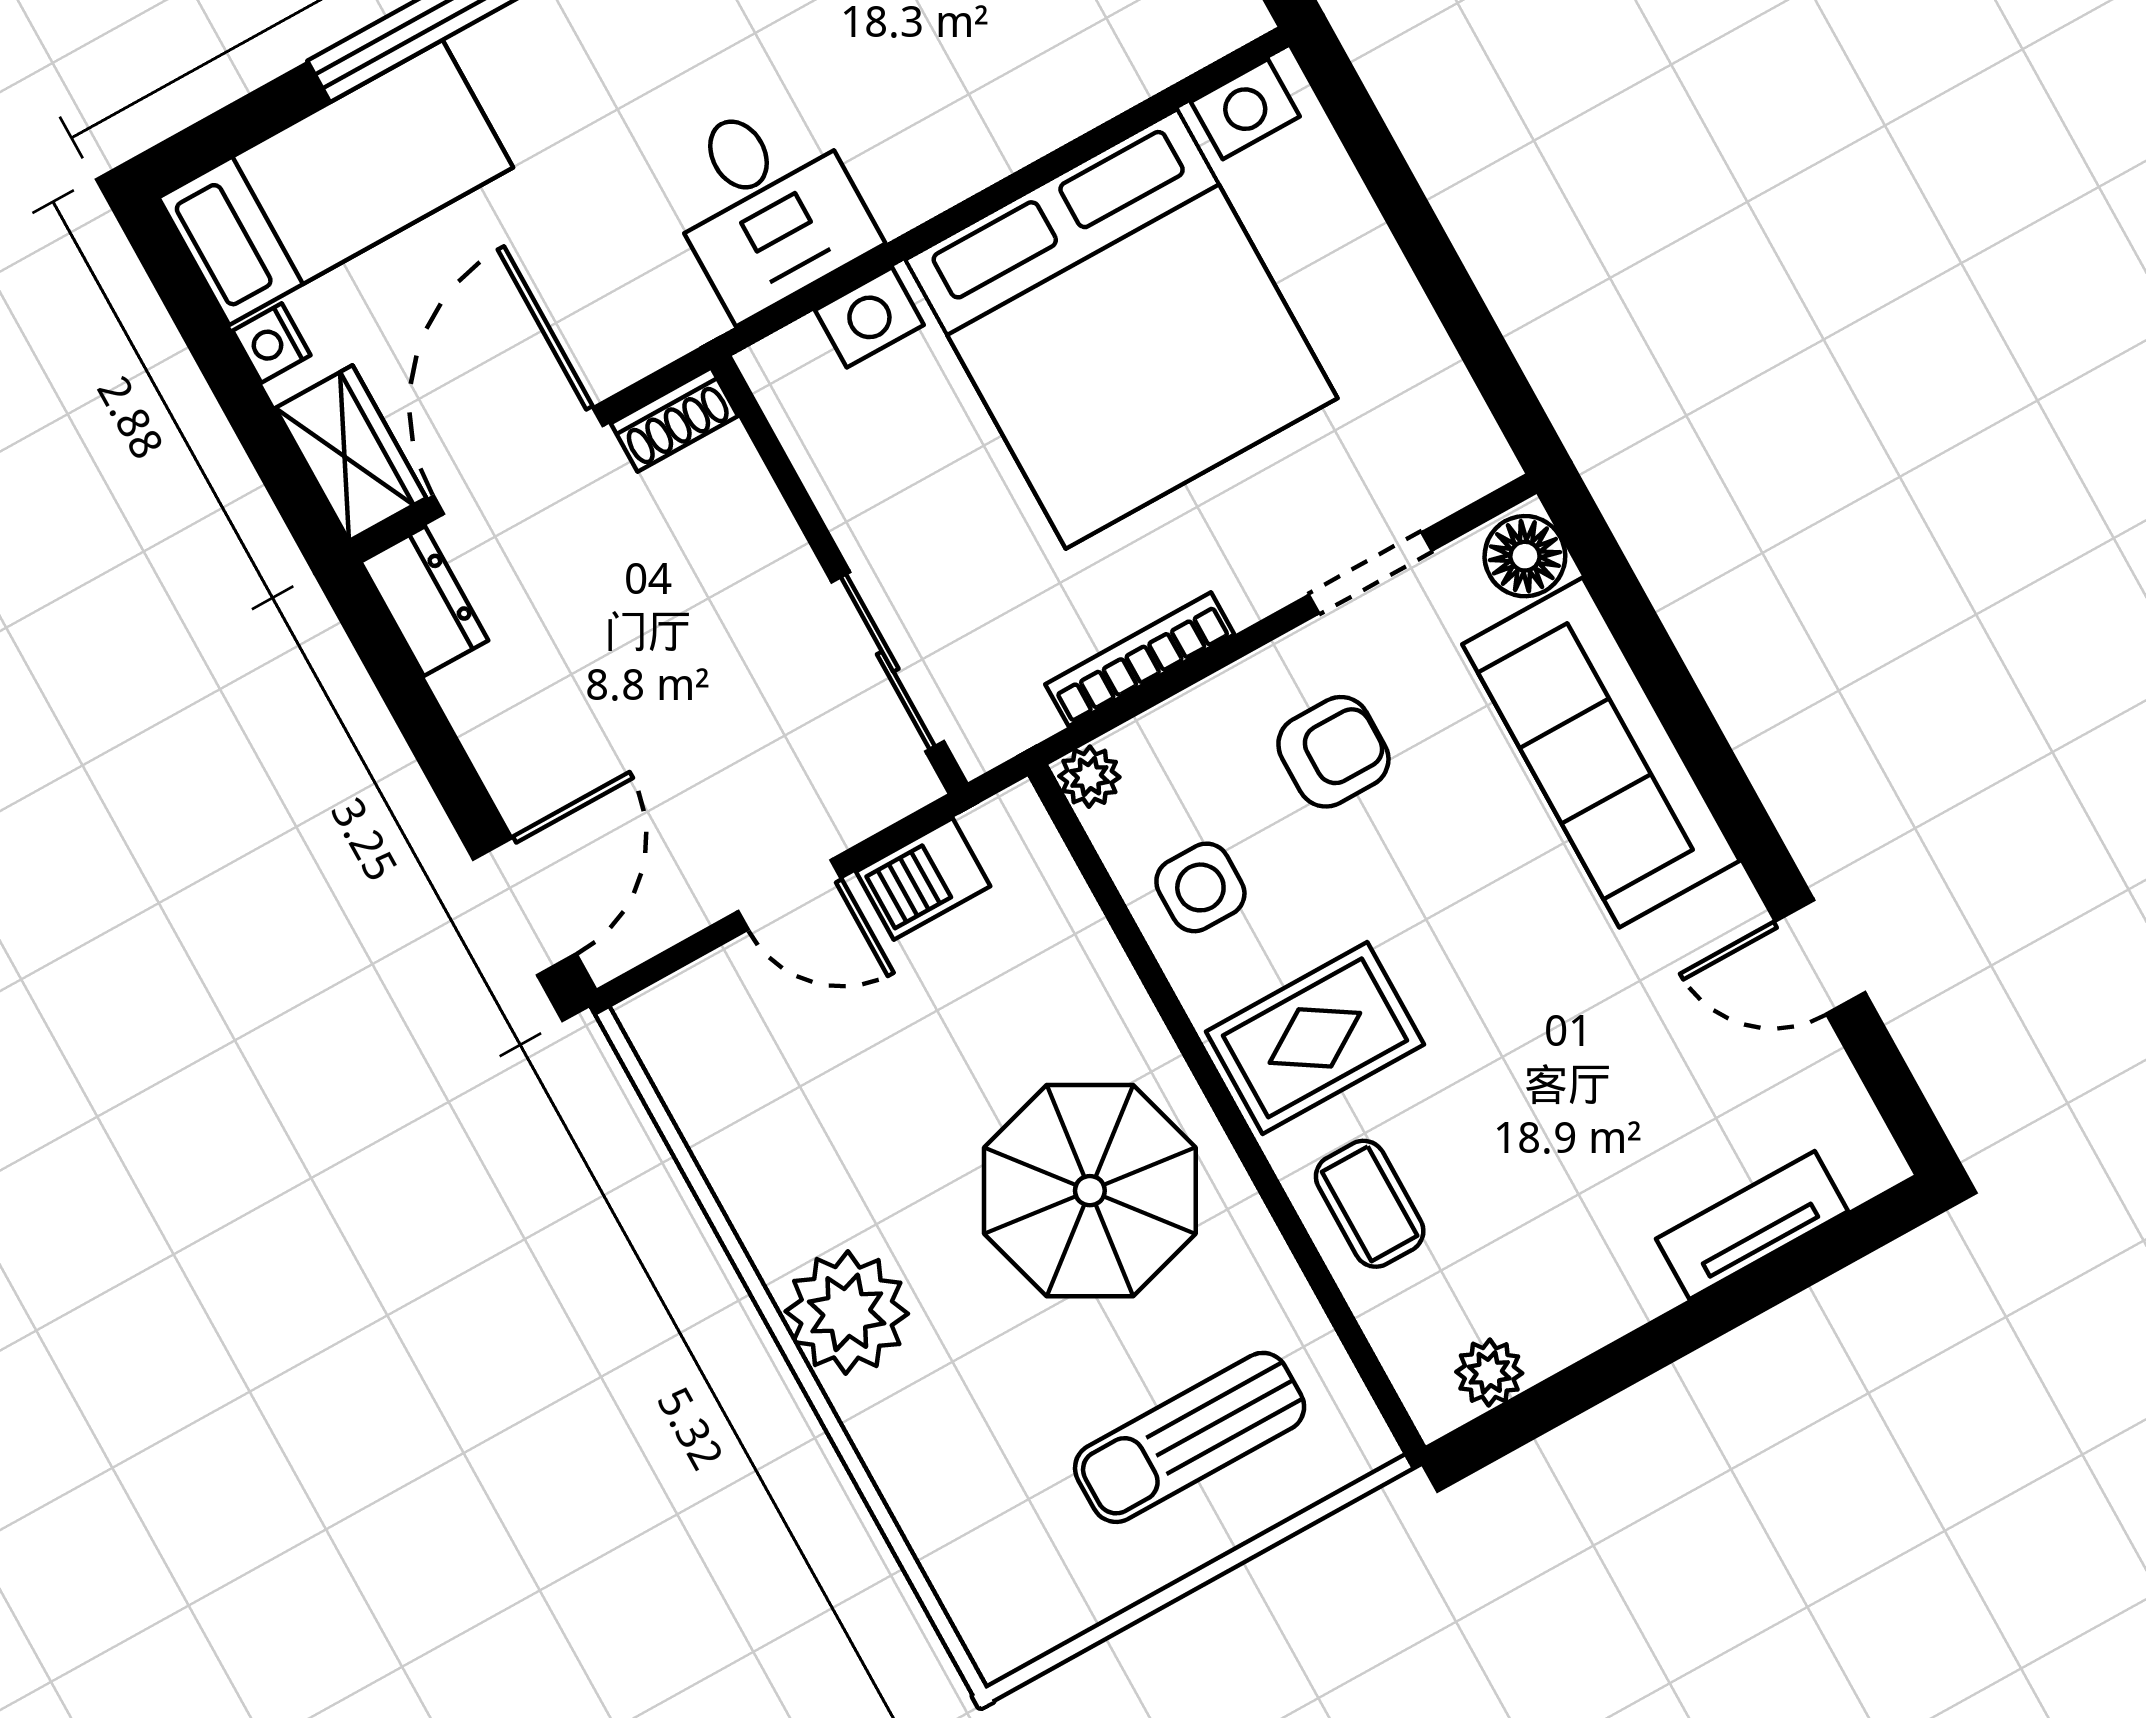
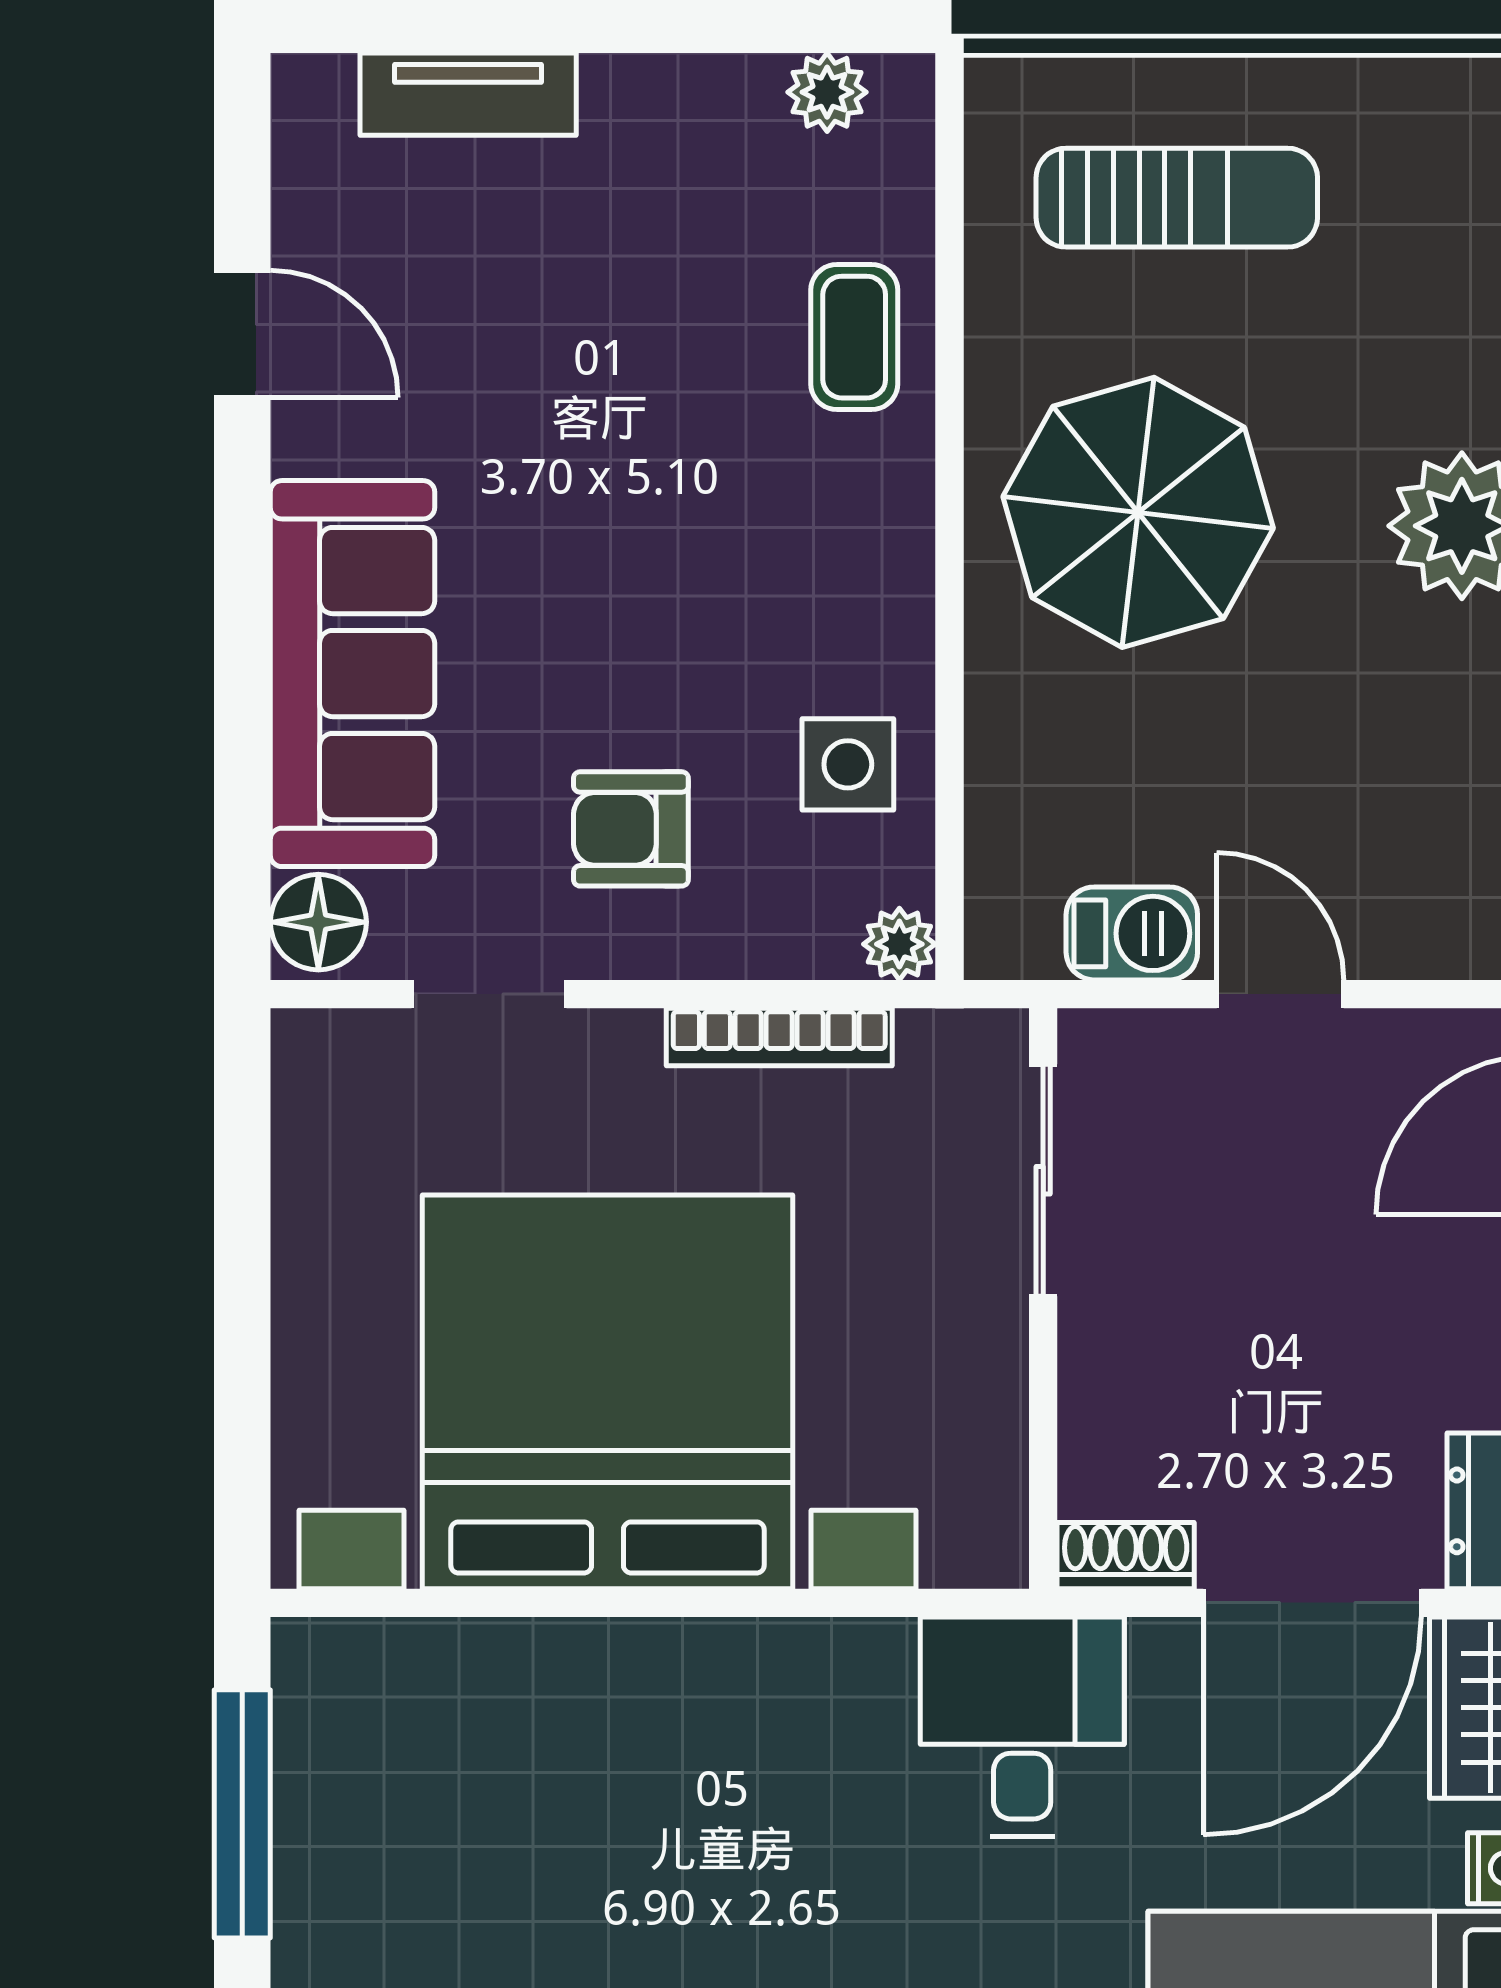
desk: (766, 204) -> (1022, 1727), moved
rug: (1315, 1038) -> (815, 541), removed

